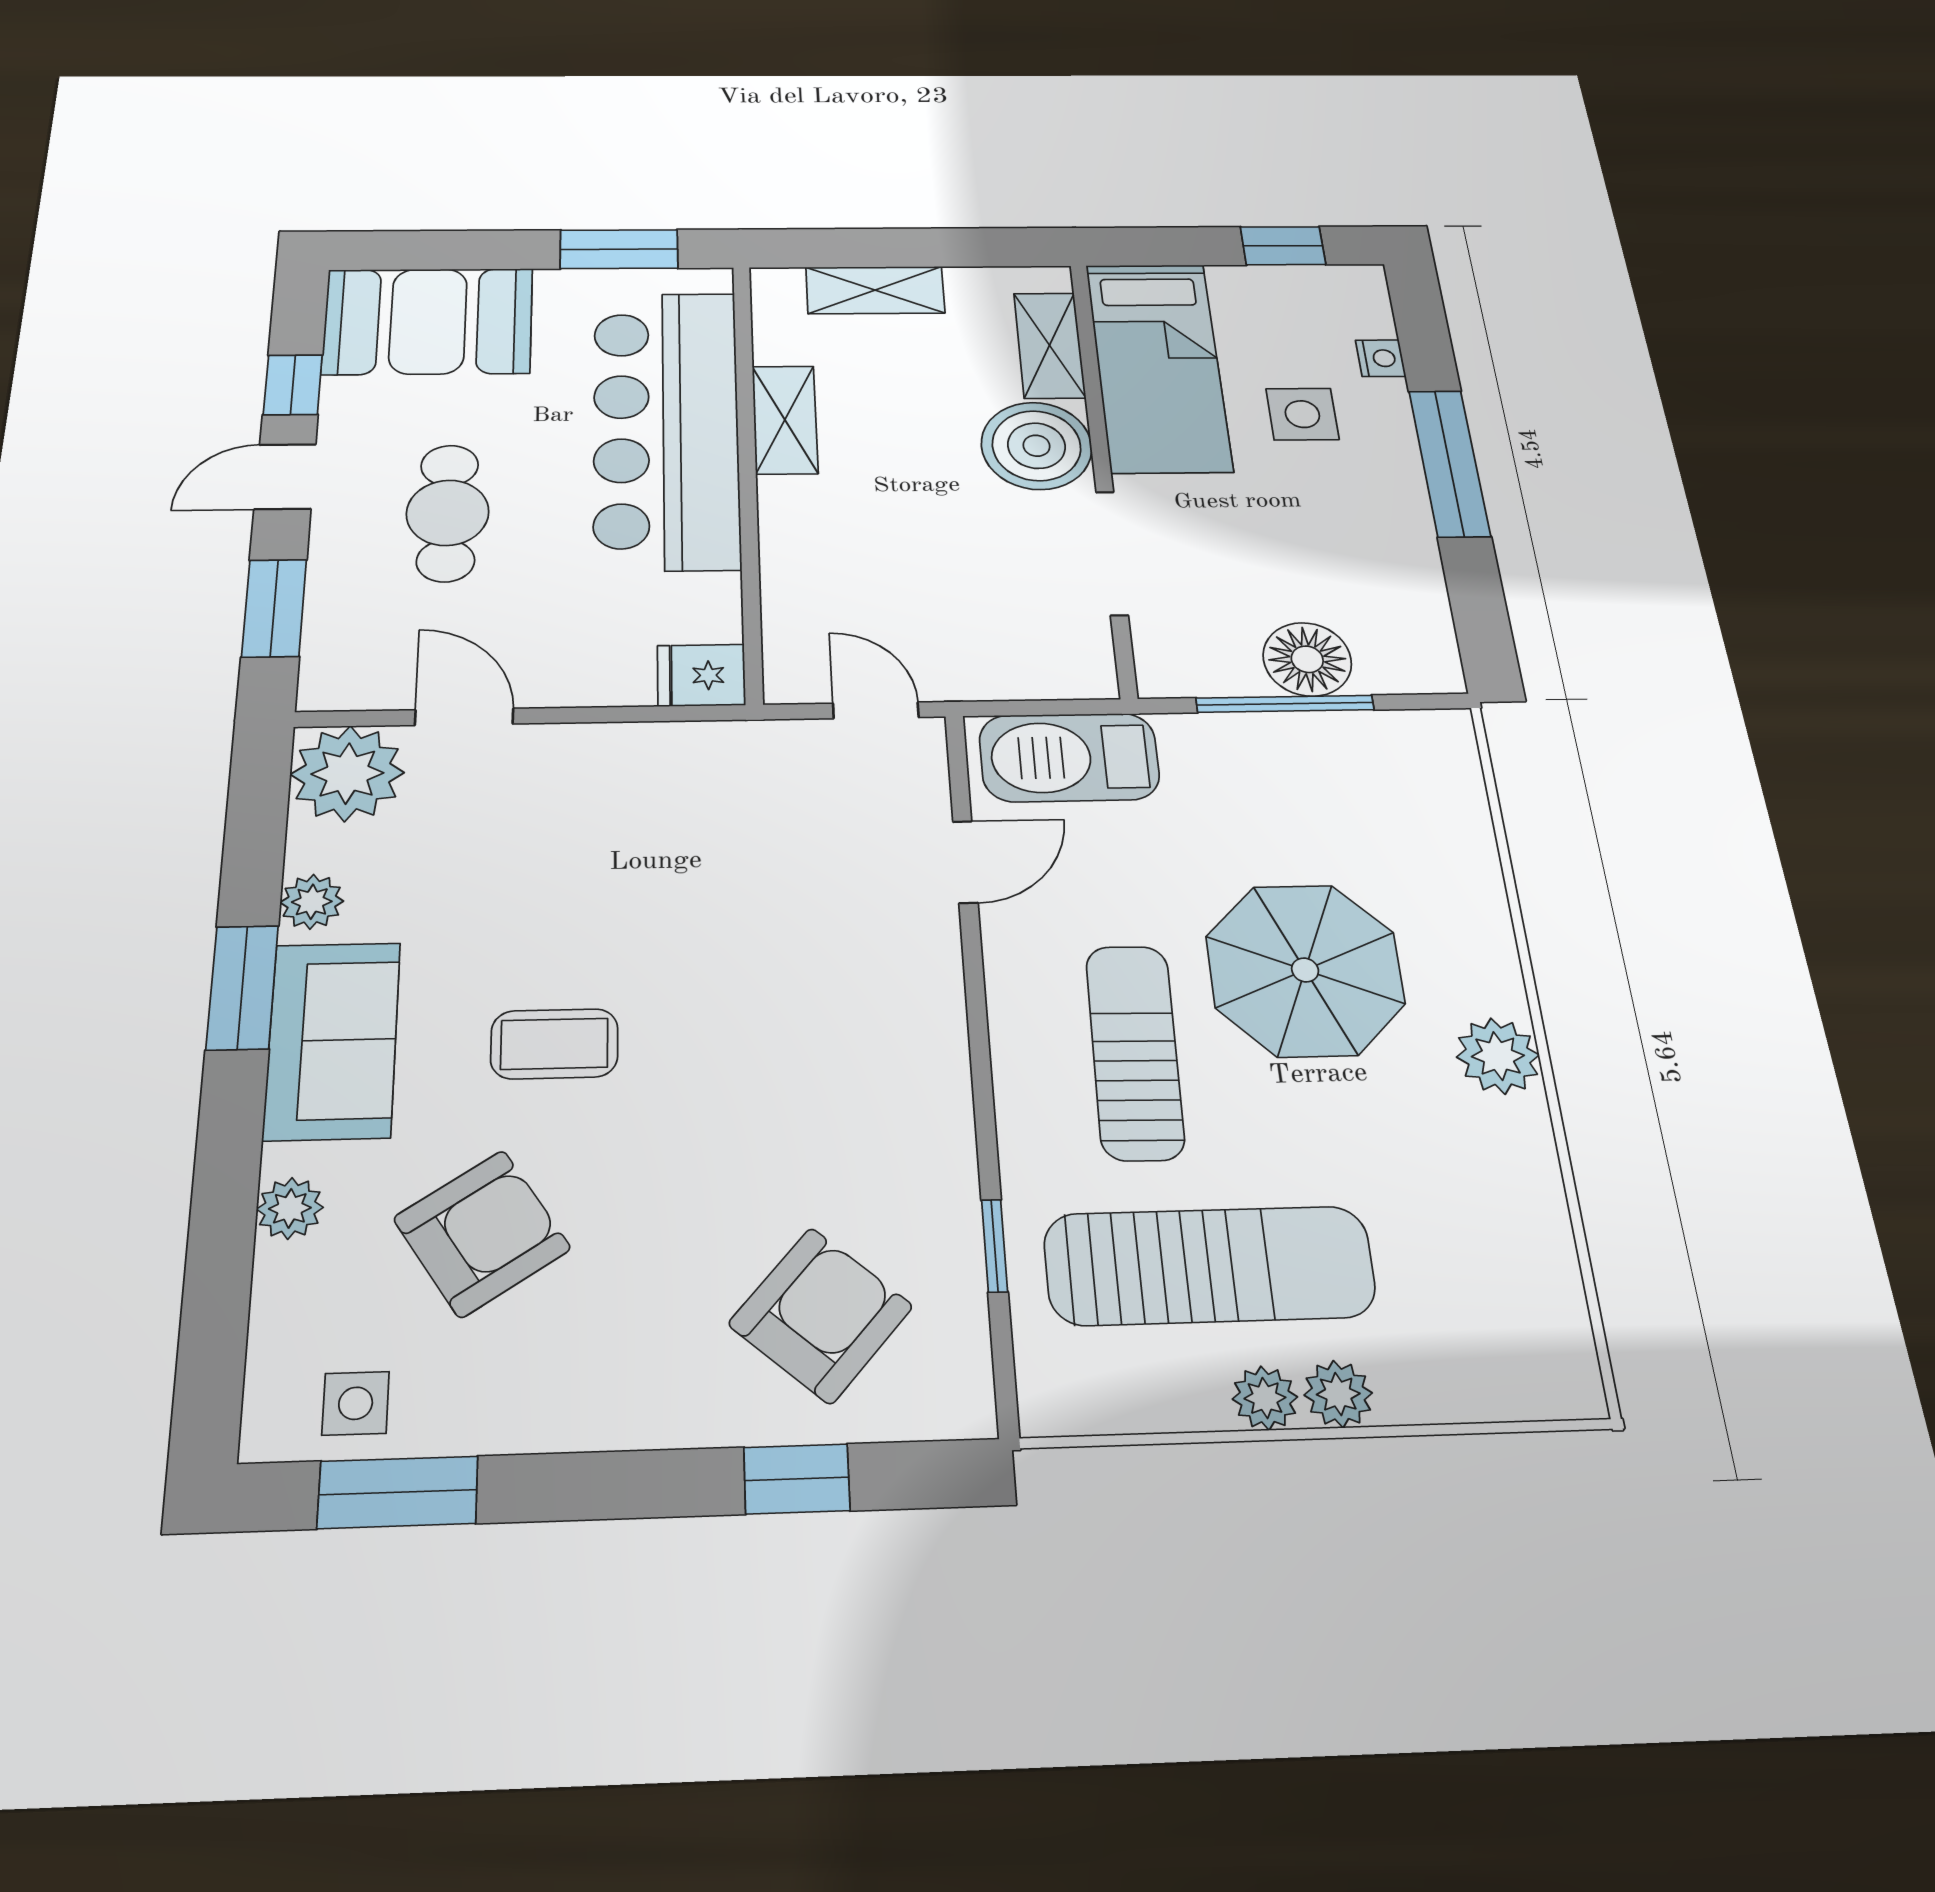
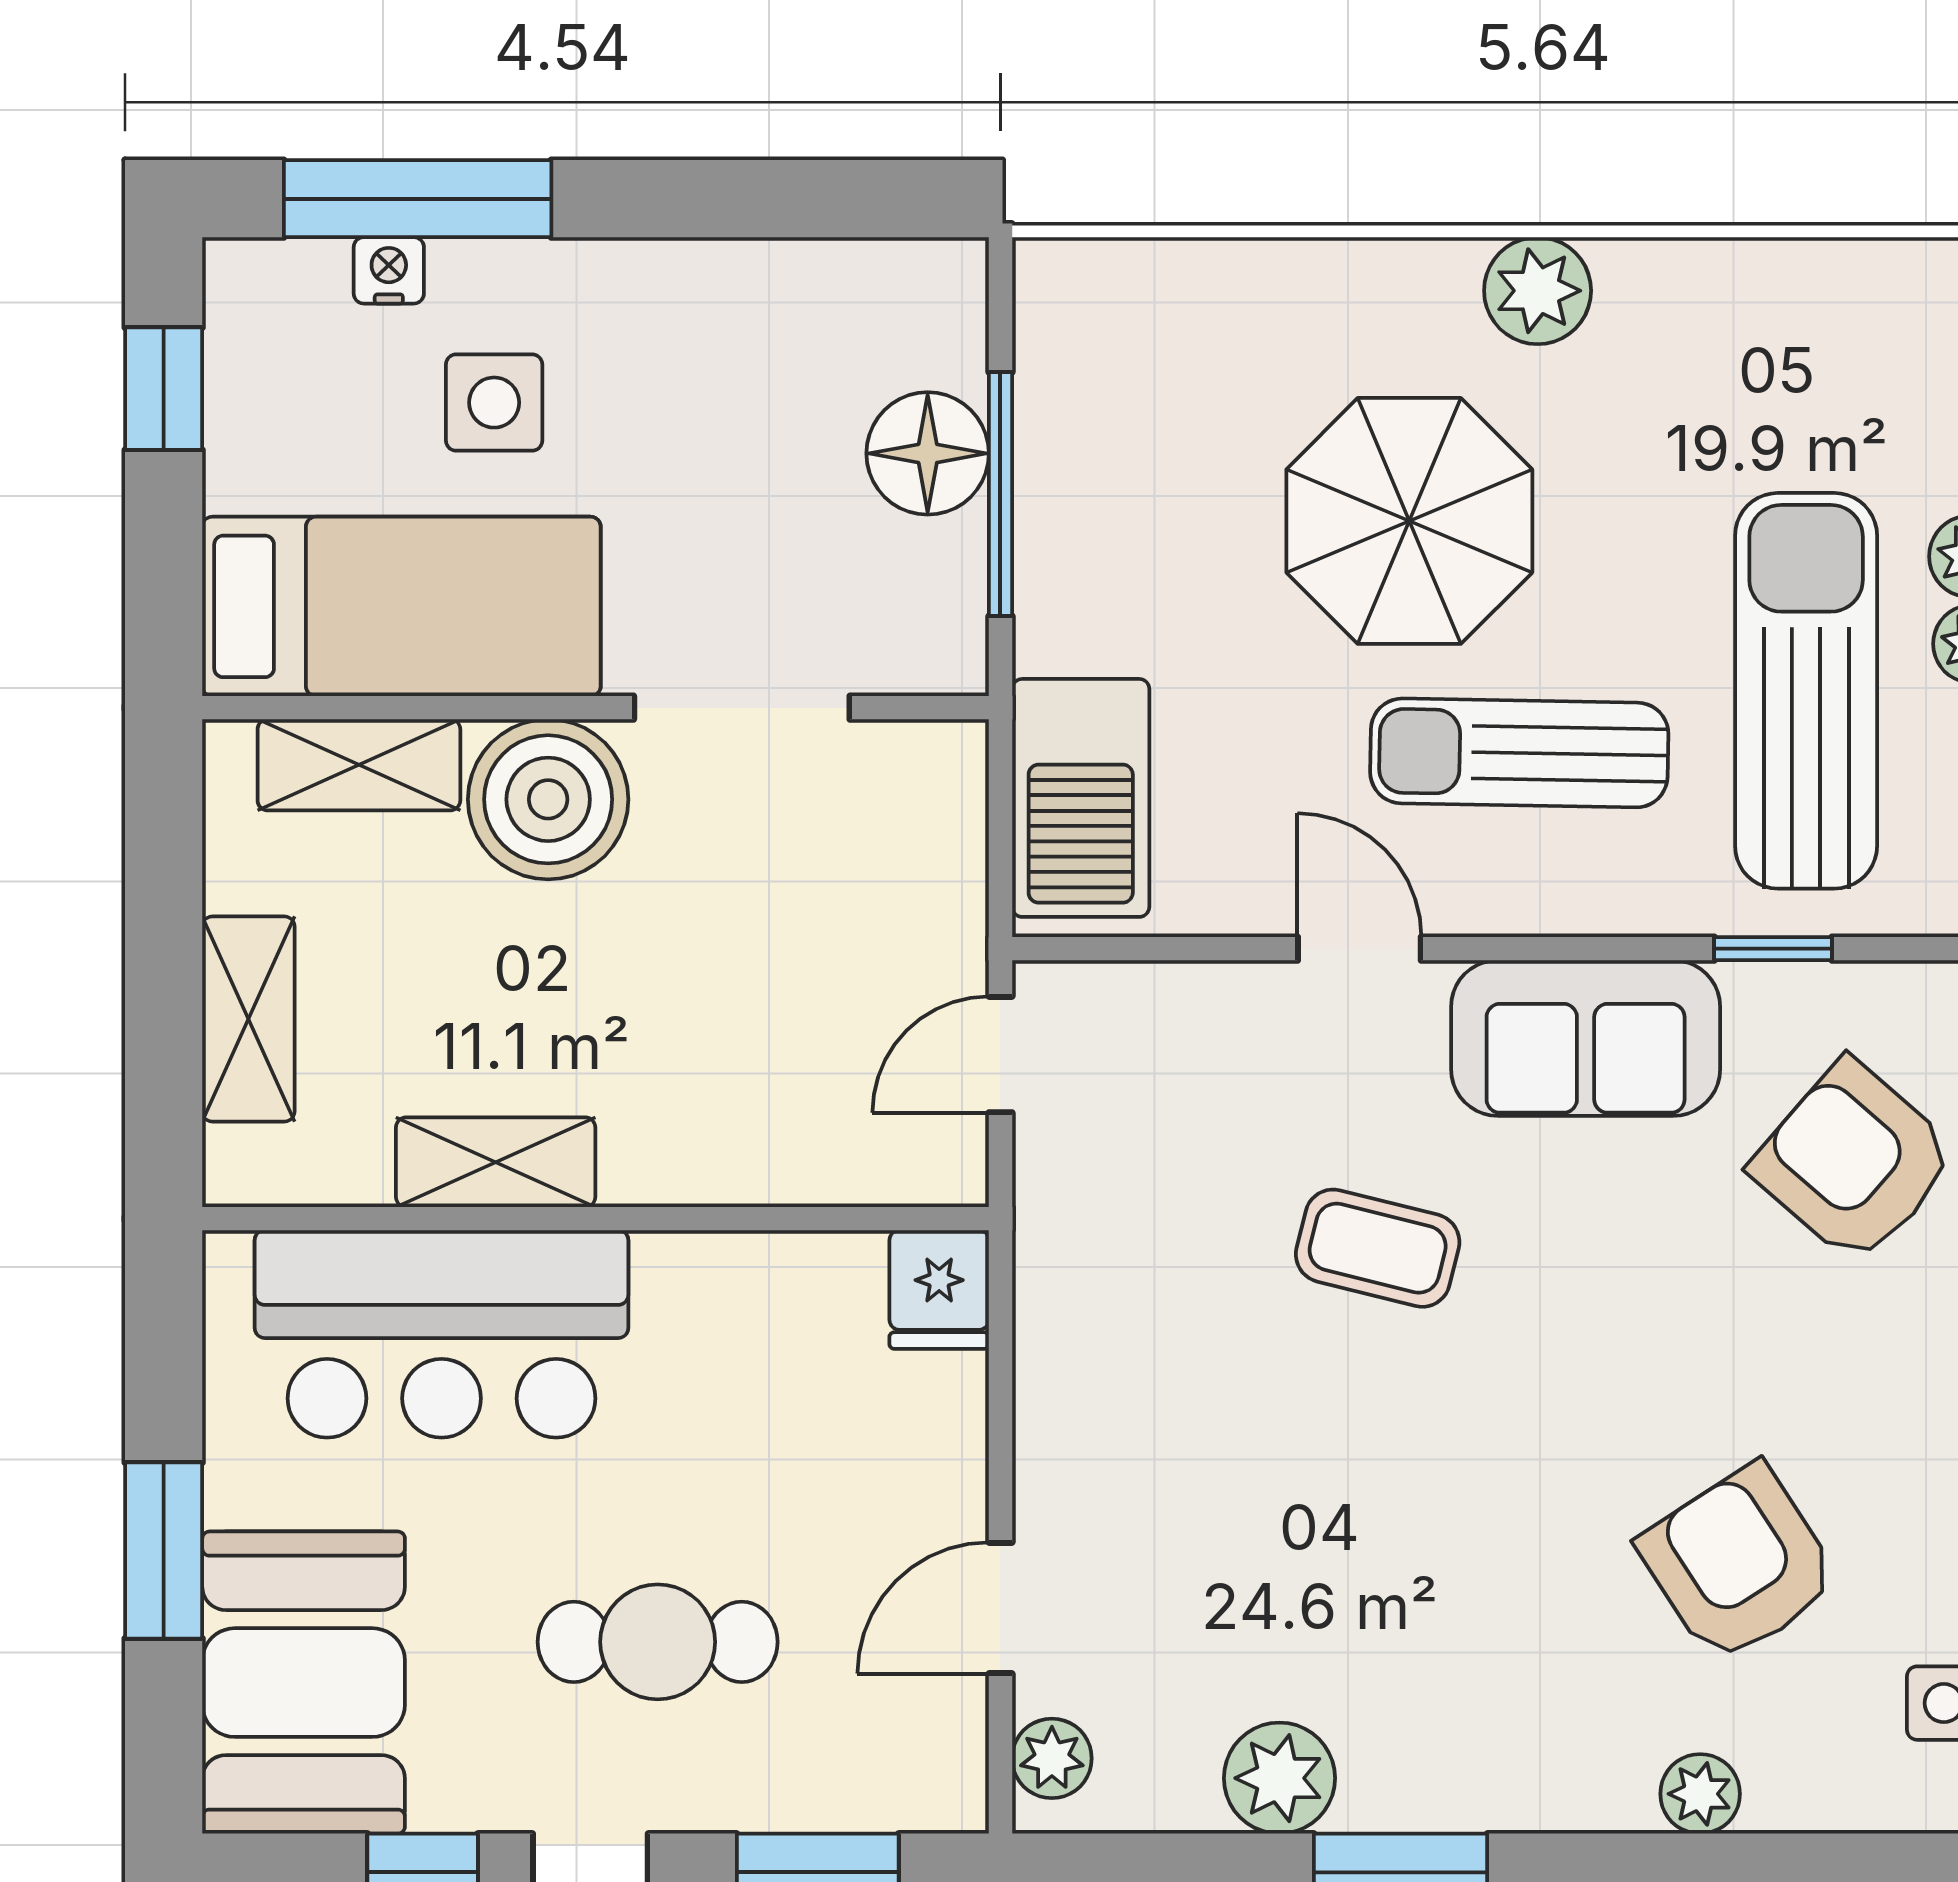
window: (619, 249) -> (164, 1551), moved
bar counter: (666, 428) -> (442, 1334), width x0.73
window: (1449, 463) -> (418, 199), moved
plant: (347, 773) -> (1052, 1758), width x0.53, depth x0.53
door: (965, 862) -> (1359, 949), moved
plant: (312, 902) -> (1279, 1778), width x1.38, depth x1.38
sofa: (332, 1040) -> (1586, 1038), moved, turned 180
coffee table: (554, 1044) -> (1378, 1248), moved, turned -76

